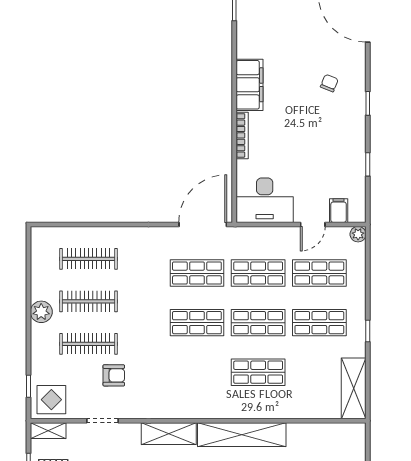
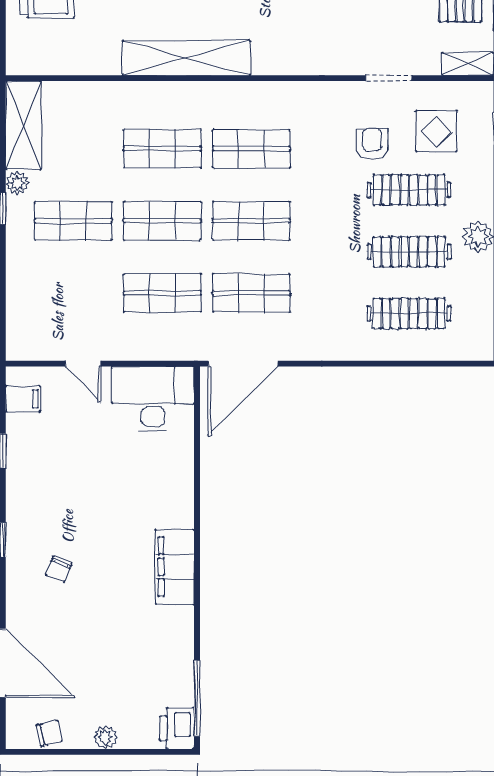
bookcase: (242, 135) -> (186, 493), removed
filing cabinet: (339, 211) -> (23, 399), moved, turned -90
door: (313, 224) -> (83, 364), swing flipped
plant: (358, 234) -> (17, 183), moved
shop shelf: (319, 273) -> (251, 149), moved
armchair: (114, 375) -> (372, 144), turned 90
display table: (51, 400) -> (436, 131), moved
shelving: (169, 434) -> (292, 59), removed

